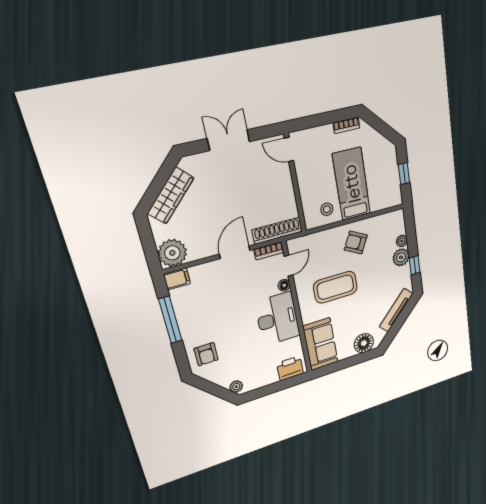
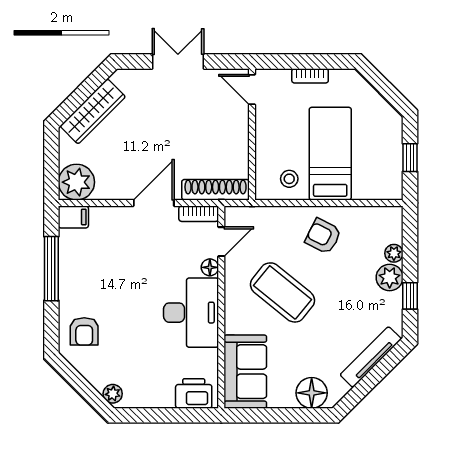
bookcase: (346, 125) -> (310, 76), moved
coffee table: (335, 287) -> (282, 292), turned 39

